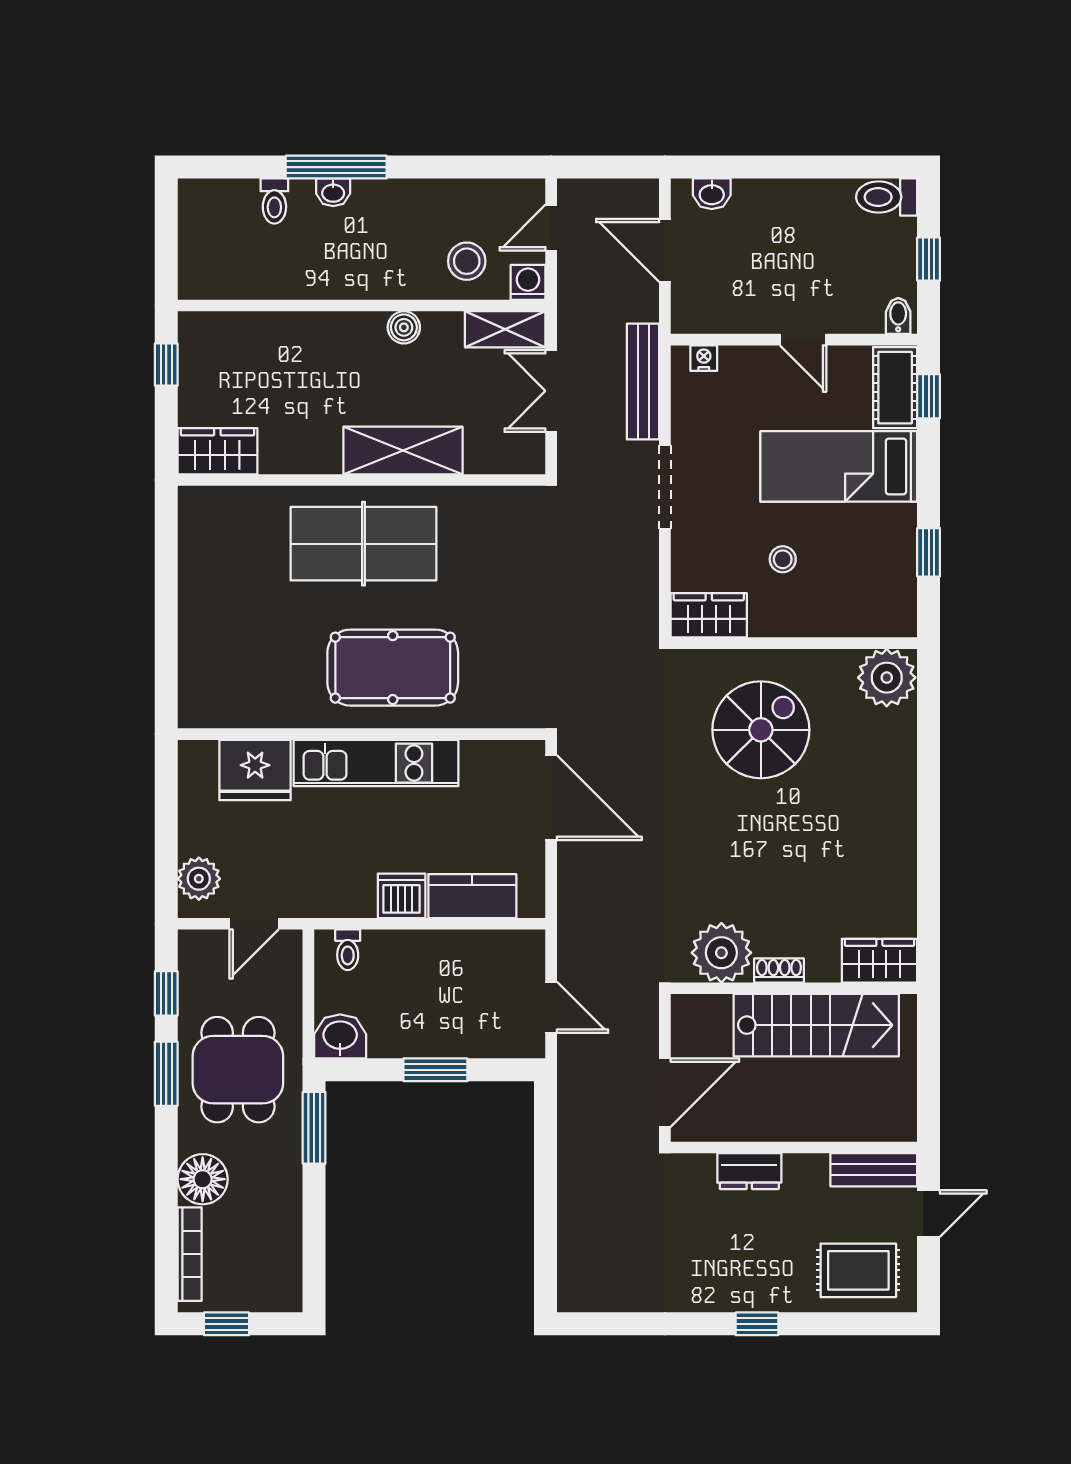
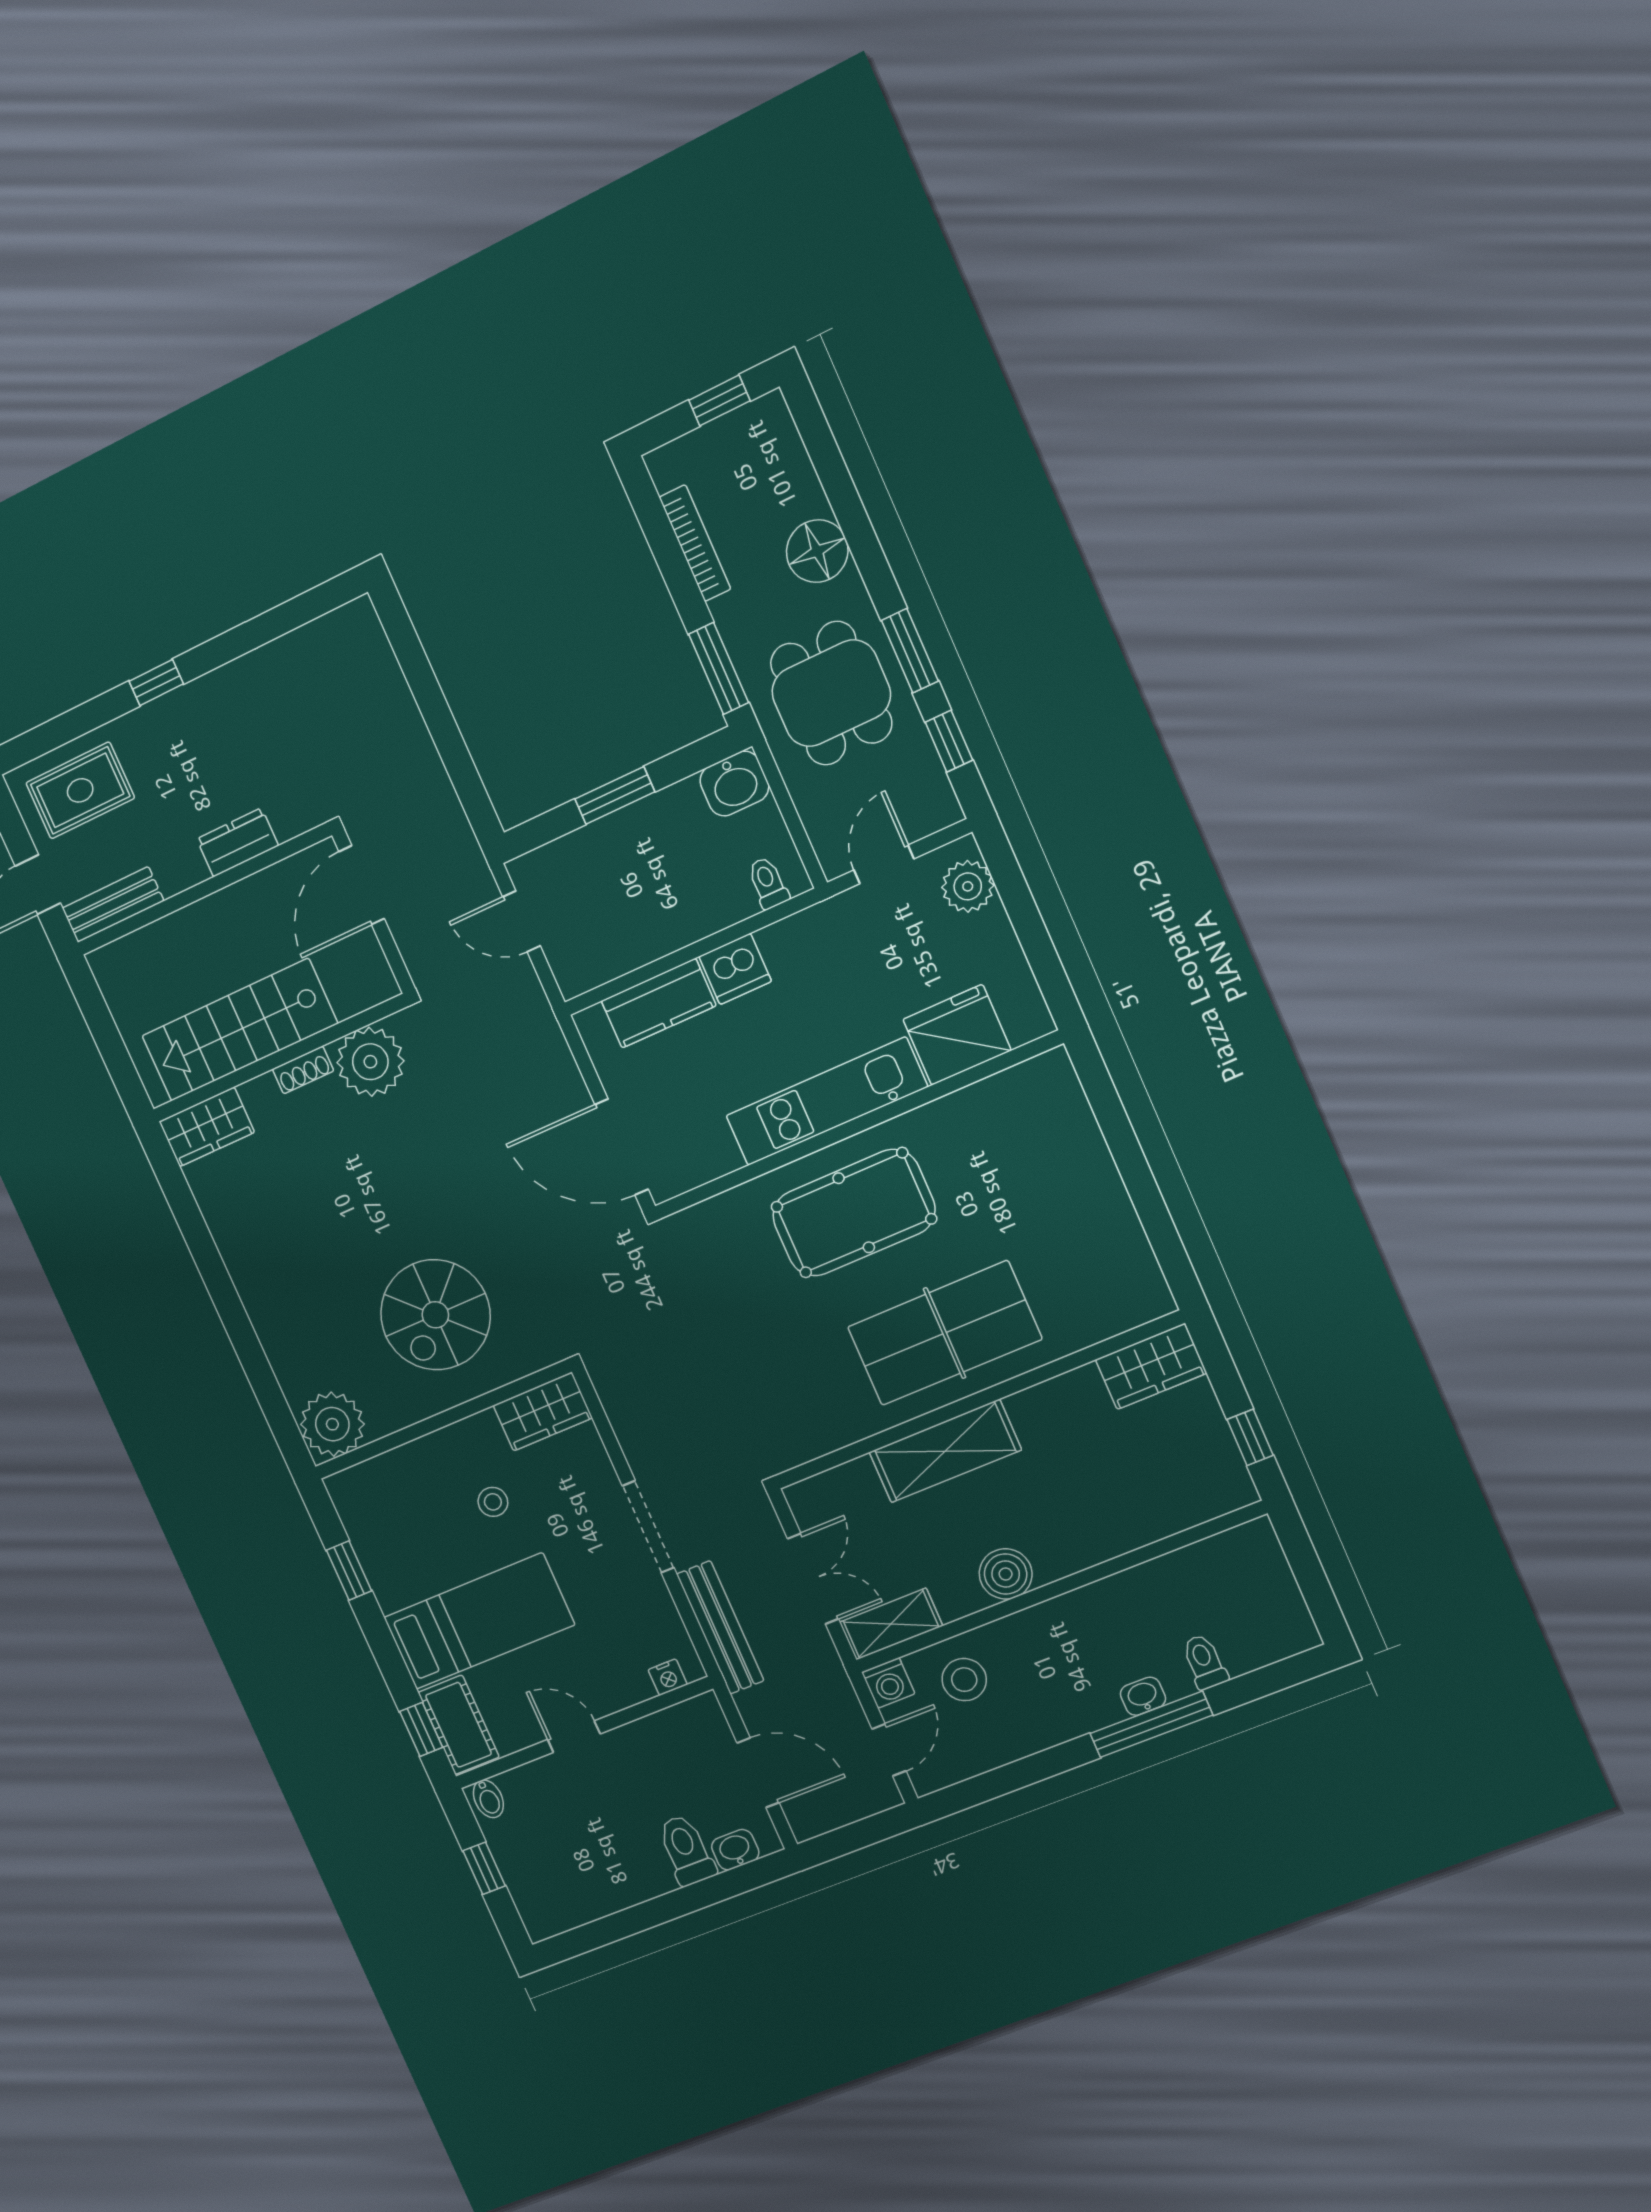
toilet: (887, 197) -> (686, 1850), moved, turned -90
boiler: (404, 327) -> (1006, 1574), width x1.36, depth x1.36
bookcase: (190, 1254) -> (695, 543), moved, turned 180

